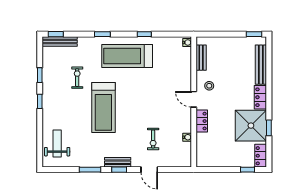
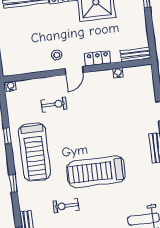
bench: (201, 58) -> (136, 54), moved
treadmill: (103, 107) -> (96, 172), turned 180
exercise bike: (153, 139) -> (54, 104), moved

